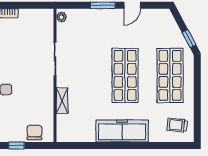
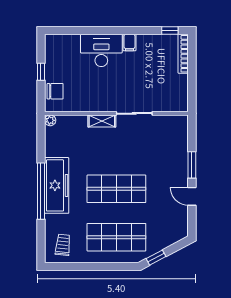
plant: (61, 17) -> (50, 120), moved
shelving: (62, 101) -> (102, 121), moved
window: (127, 146) -> (41, 191), added

